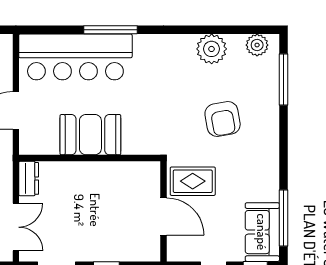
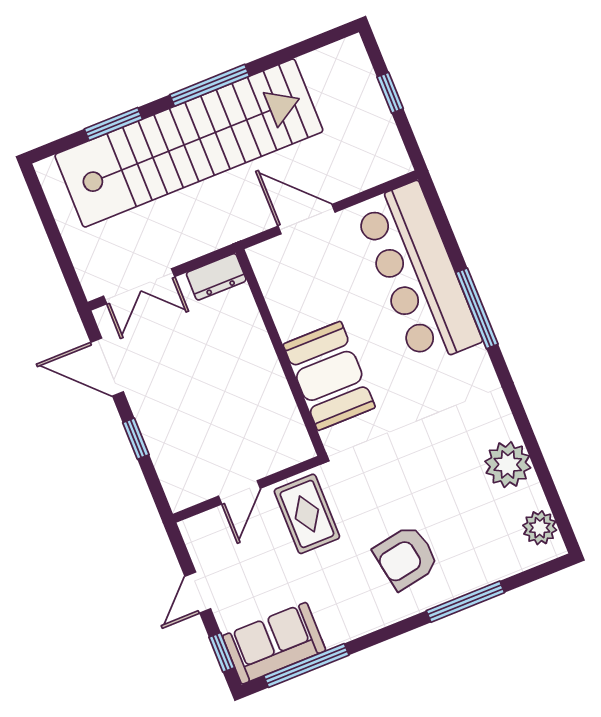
window: (283, 80) -> (465, 602), moved
armchair: (223, 119) -> (406, 557), moved
booth: (90, 135) -> (329, 376), moved
door: (163, 216) -> (239, 492), width x0.73

